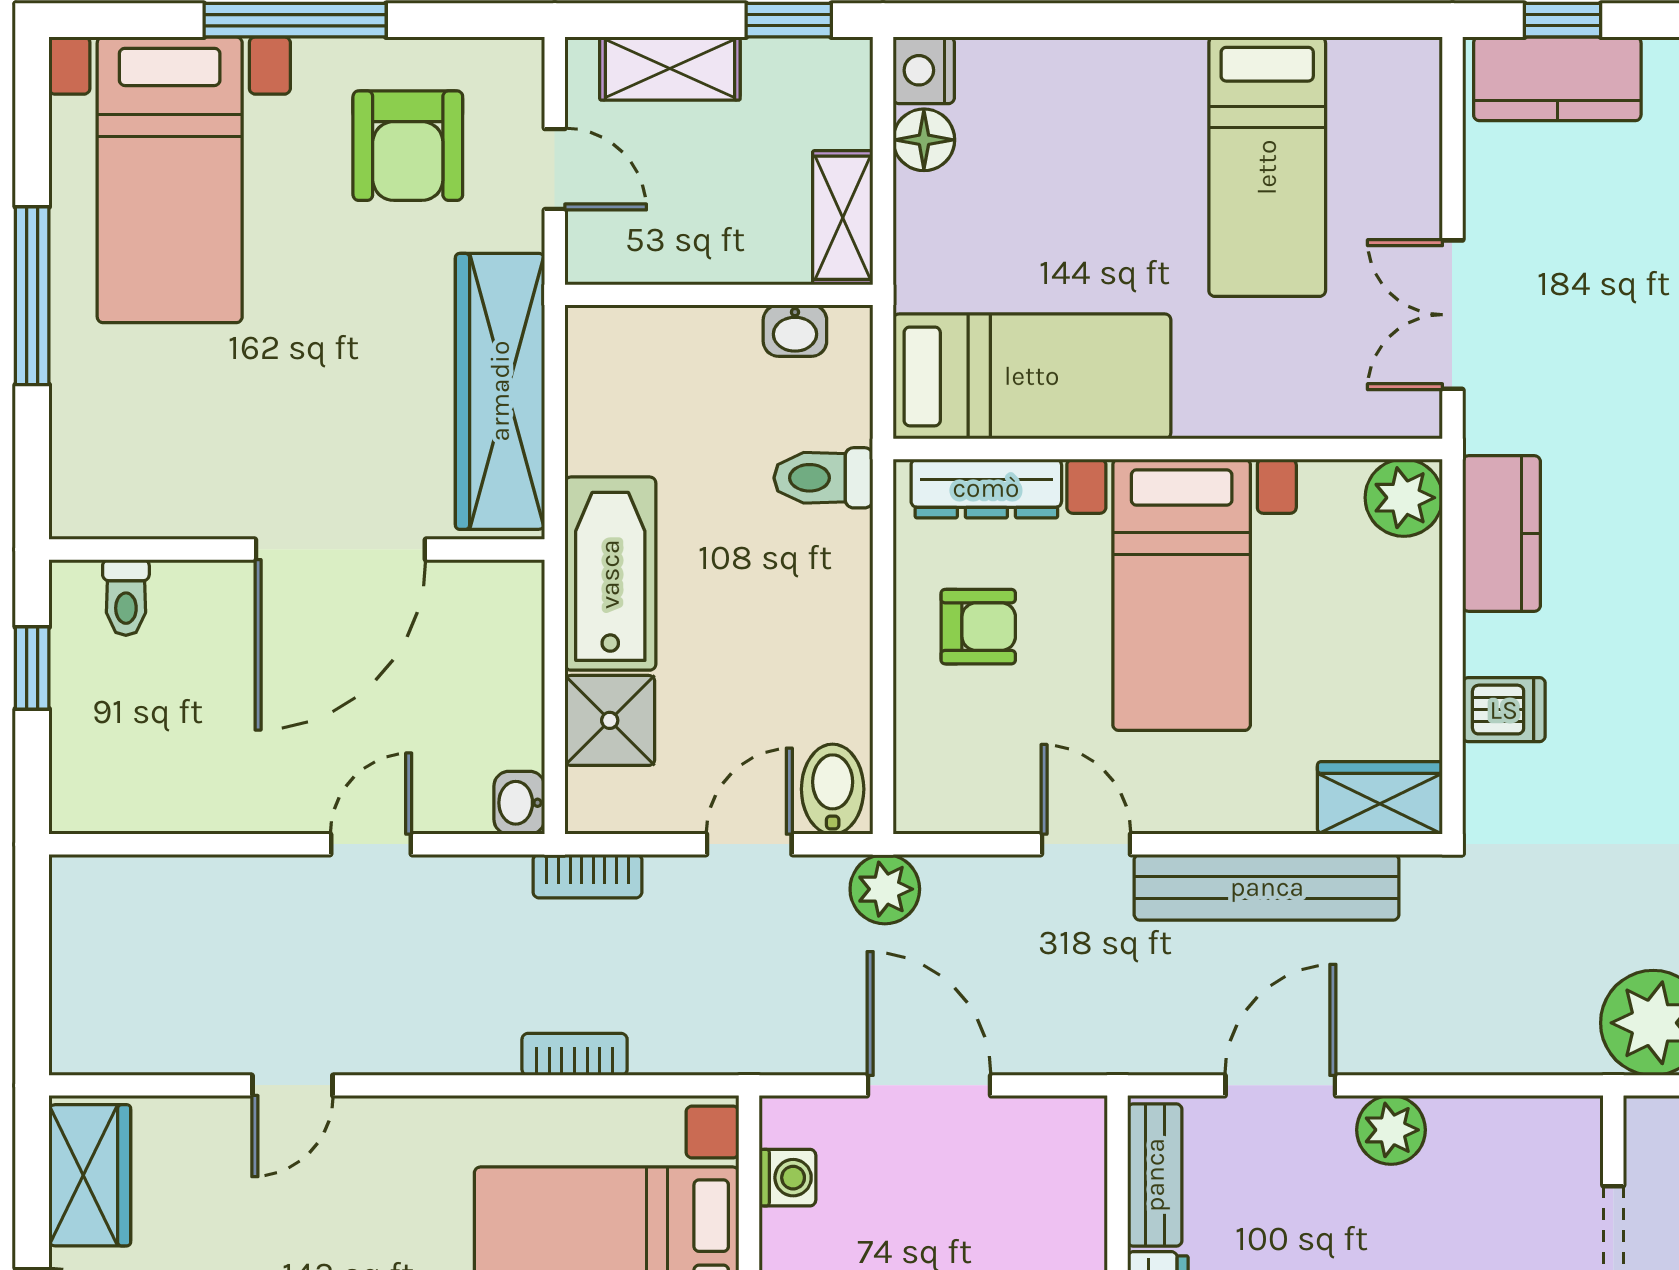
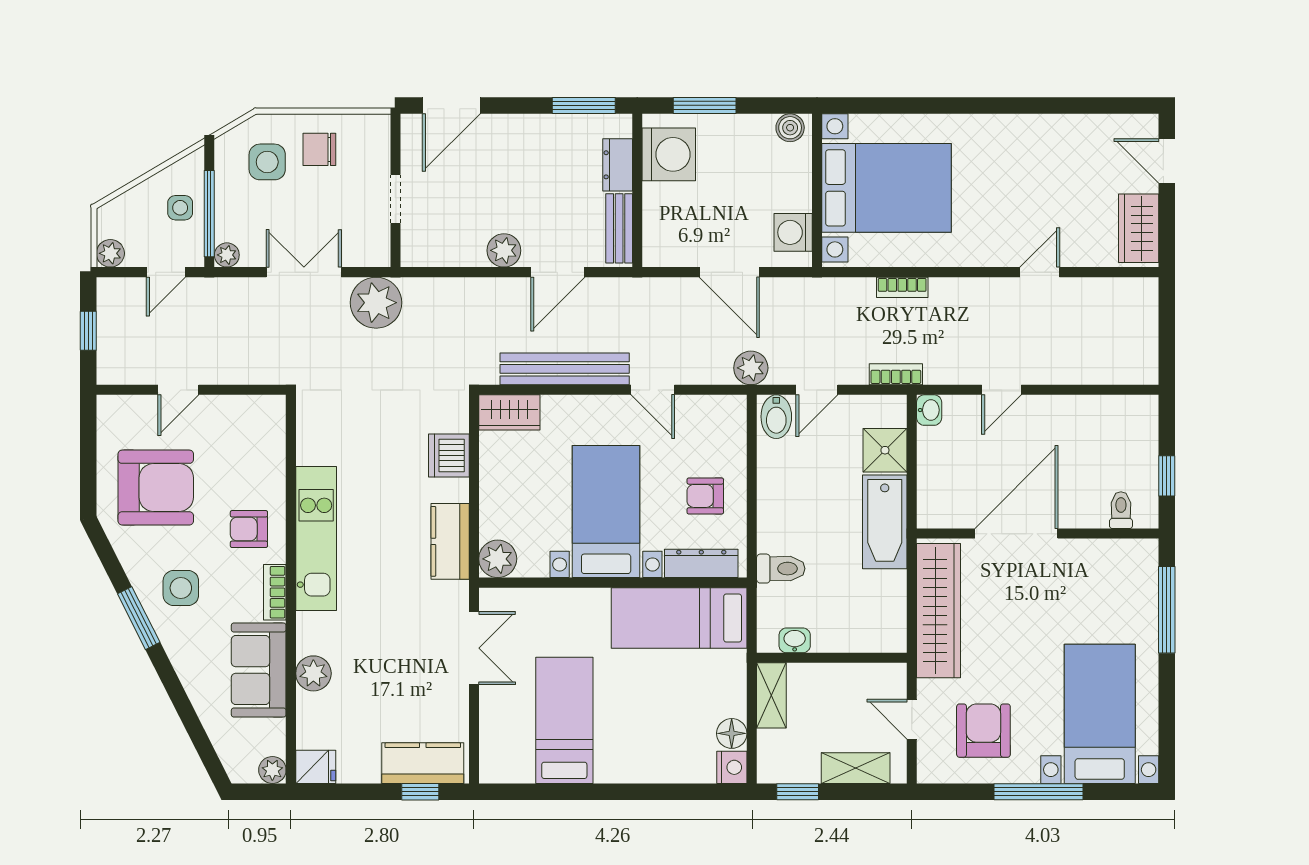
window: (32, 296) -> (1167, 610), moved
dishwasher: (1504, 710) -> (449, 455), width x1.38
washing machine: (787, 1178) -> (793, 232), width x1.38, depth x1.38

